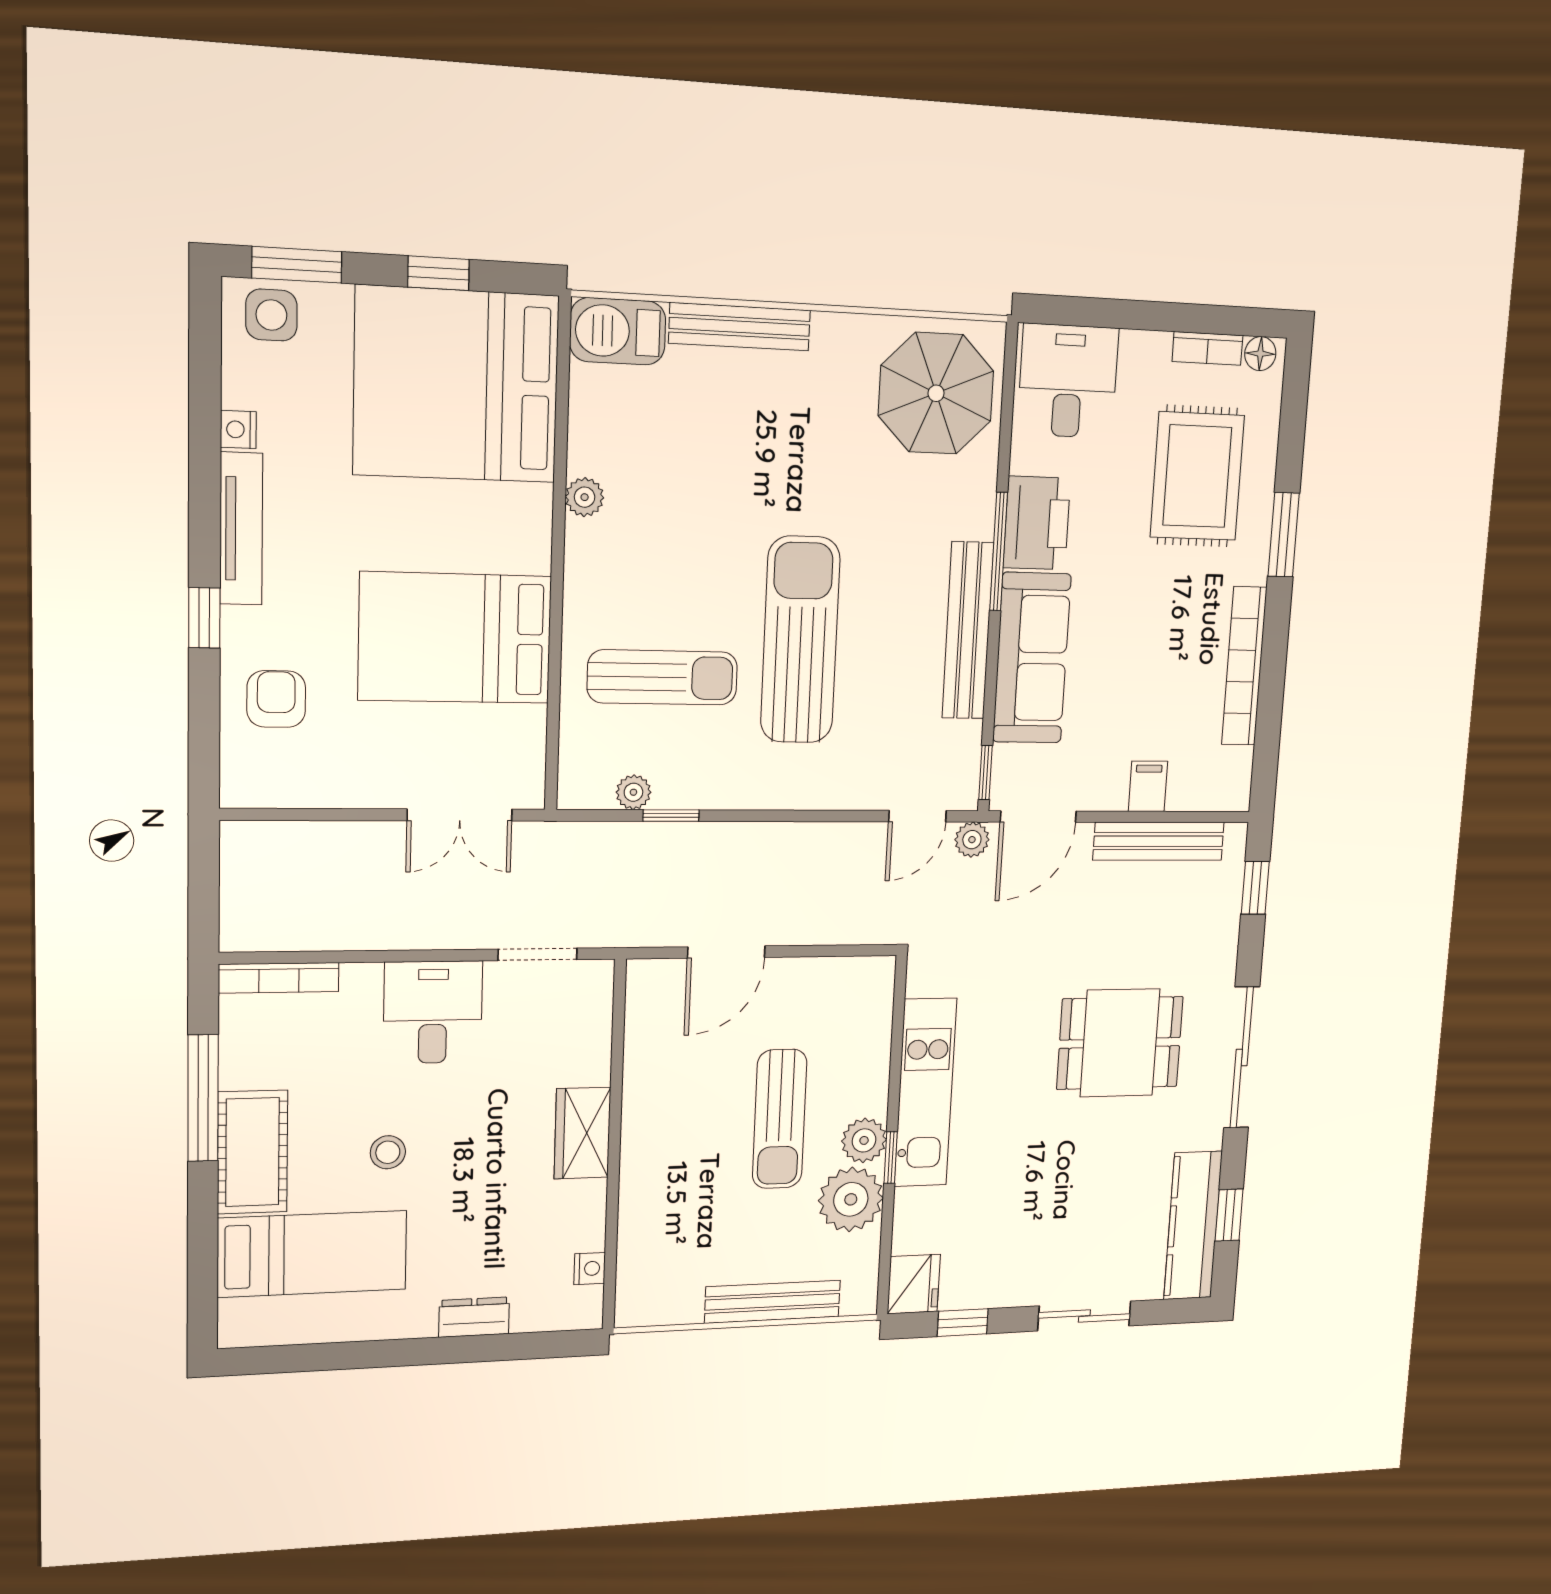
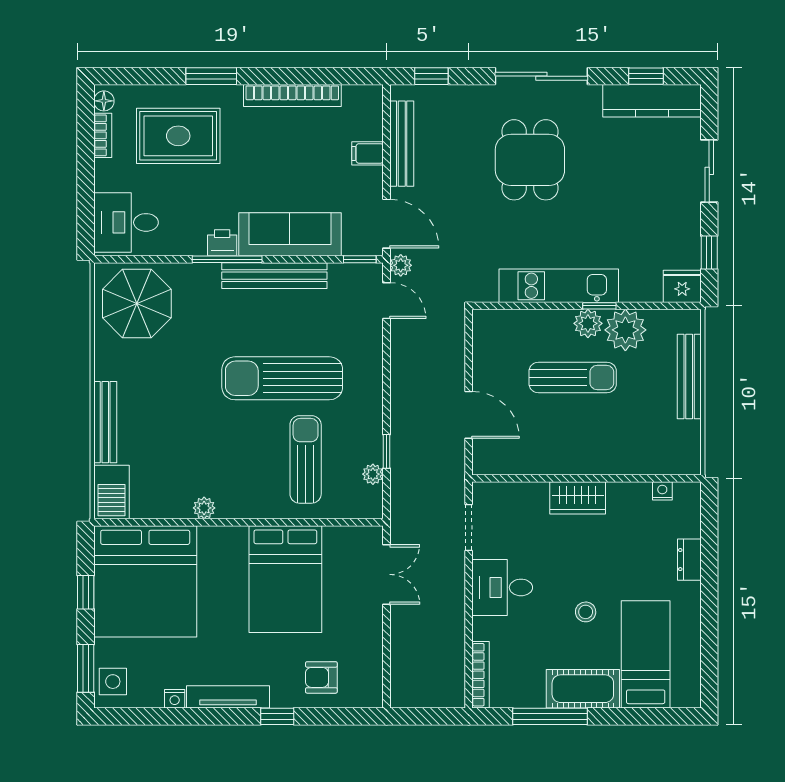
printer: (1037, 523) -> (222, 243), width x0.53, depth x0.68

